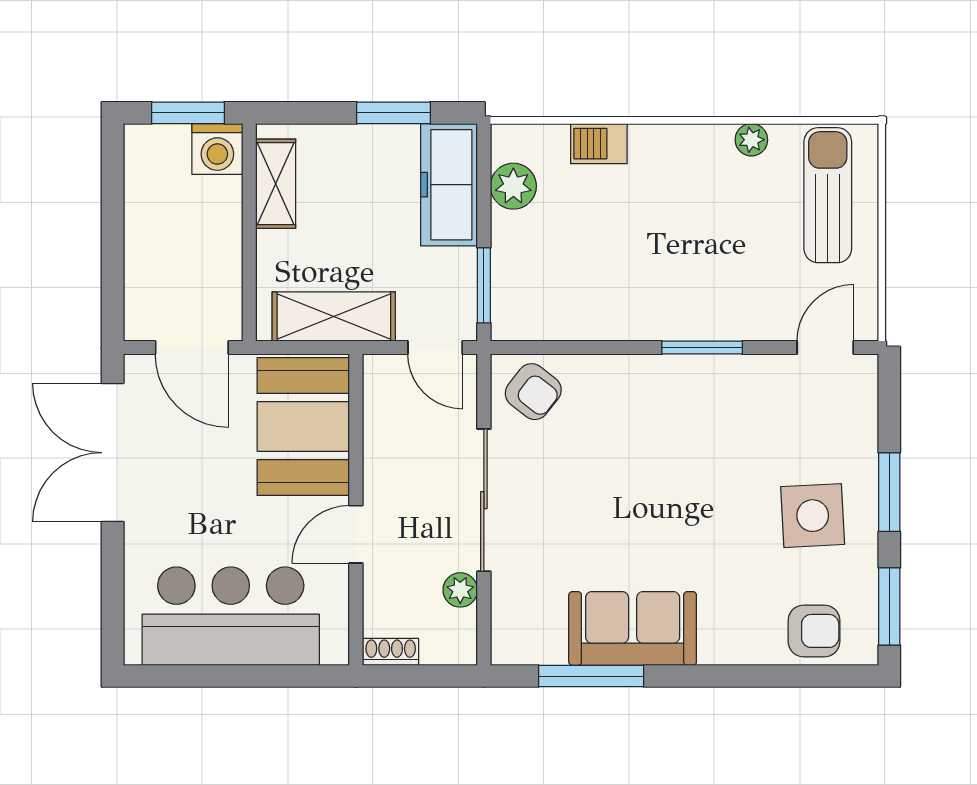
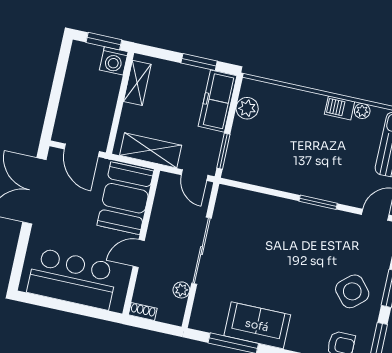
barbecue: (599, 144) -> (340, 108), moved
armchair: (533, 392) -> (235, 205), removed
side table: (813, 516) -> (352, 291), turned -38

